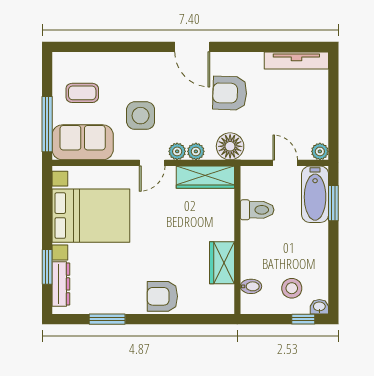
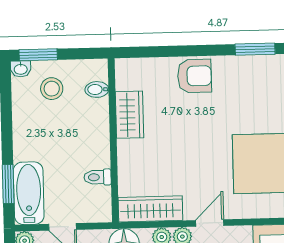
toilet: (257, 210) -> (98, 177), width x0.73, depth x0.72
window: (303, 319) -> (38, 55), width x1.50

